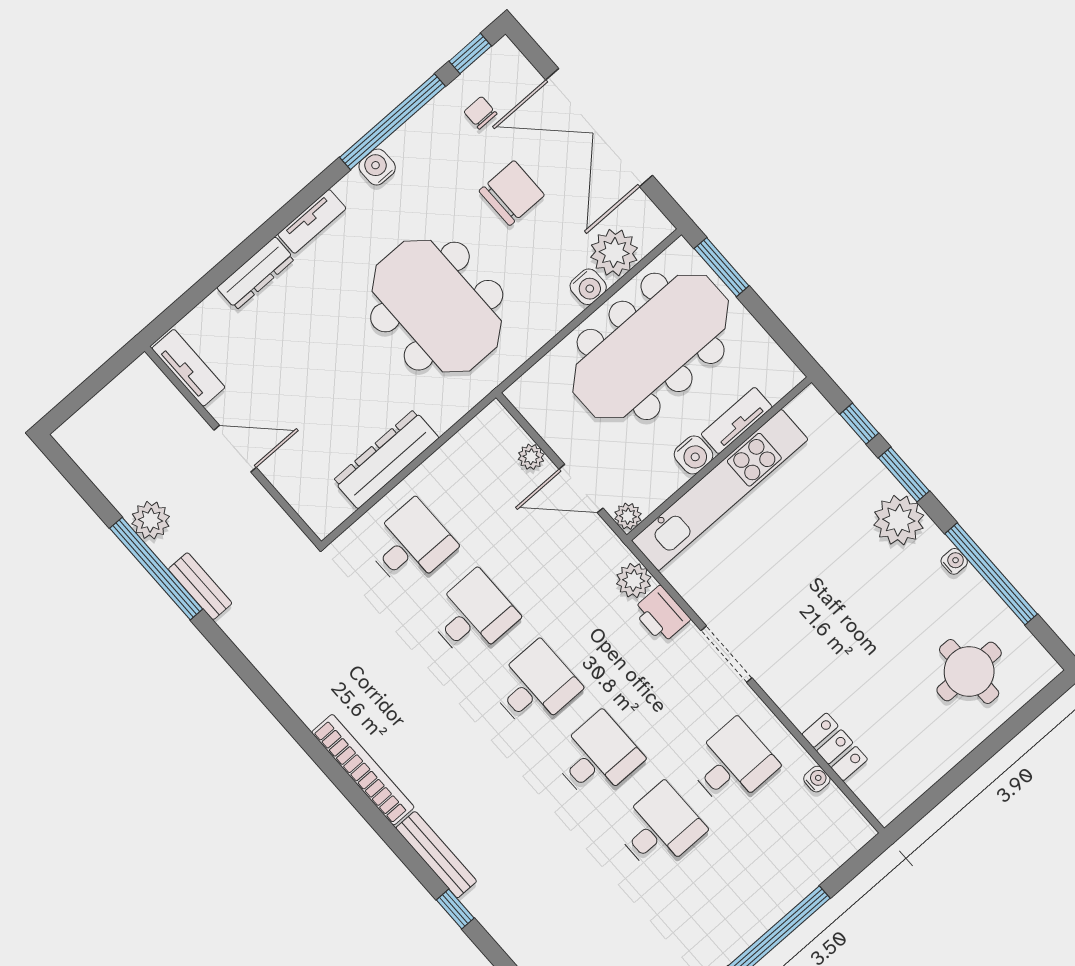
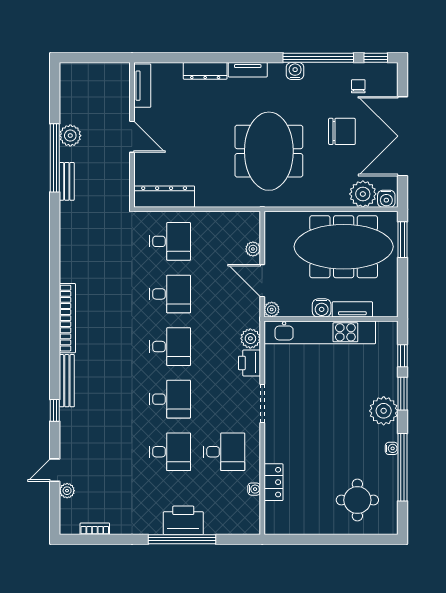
water cooler: (588, 287) -> (386, 199), moved
dresser: (386, 459) -> (164, 197), moved
printer: (758, 905) -> (183, 520), added

